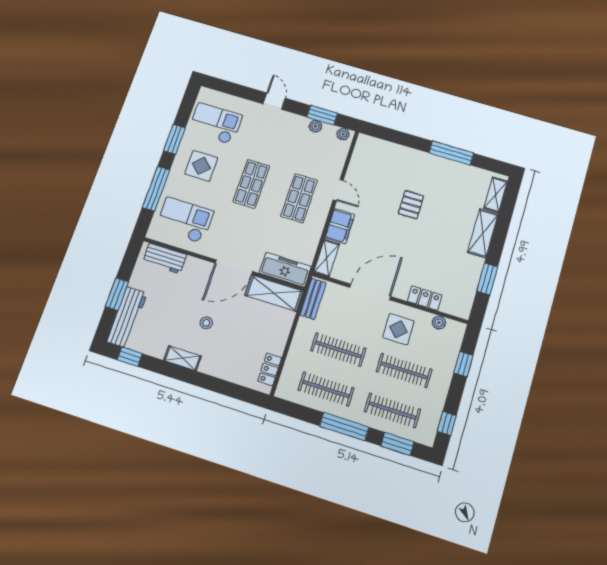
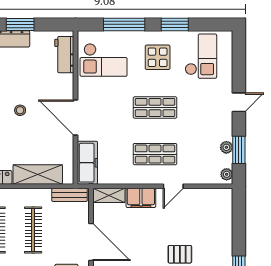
checkout: (185, 220) -> (104, 60), turned 90
shelving: (274, 293) -> (38, 175), moved, turned 90

